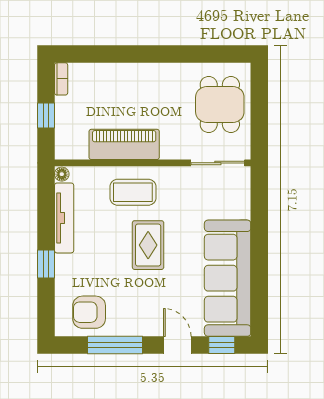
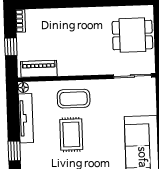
dining table: (220, 104) -> (132, 35), turned 90
piano: (124, 144) -> (39, 69), moved, width x0.73, depth x0.75
rug: (148, 245) -> (71, 135), moved

